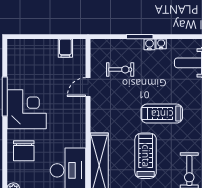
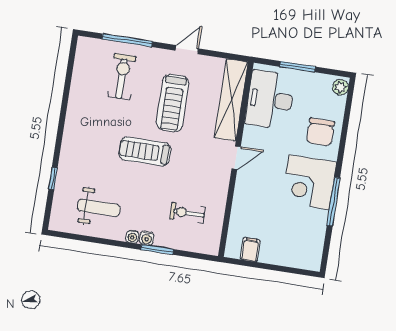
door: (88, 87) -> (236, 158), moved
treadmill: (162, 114) -> (145, 151), turned 180
chair: (24, 151) -> (321, 132), turned 180

